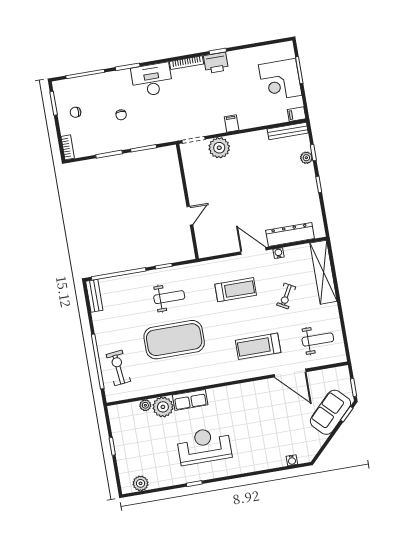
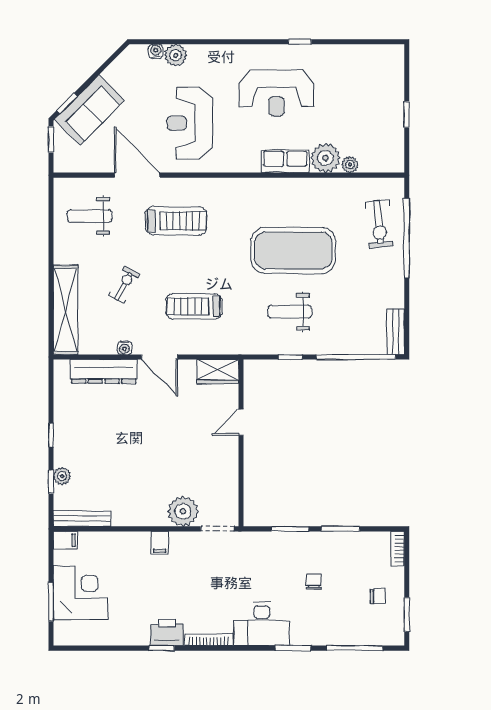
wardrobe: (212, 248) -> (218, 372), added
reception desk: (260, 415) -> (190, 123), added
plant: (141, 483) -> (176, 55), moved

